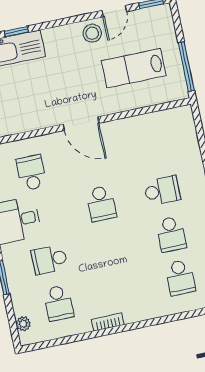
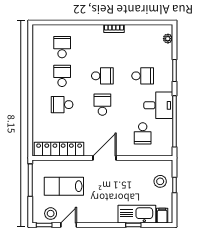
stool: (92, 33) -> (51, 214), moved
lab bench: (134, 68) -> (64, 186), turned 180
locker: (153, 123) -> (59, 149), added
door: (81, 124) -> (105, 158), hinge flipped
school desk: (58, 303) -> (102, 76), moved, turned 90

